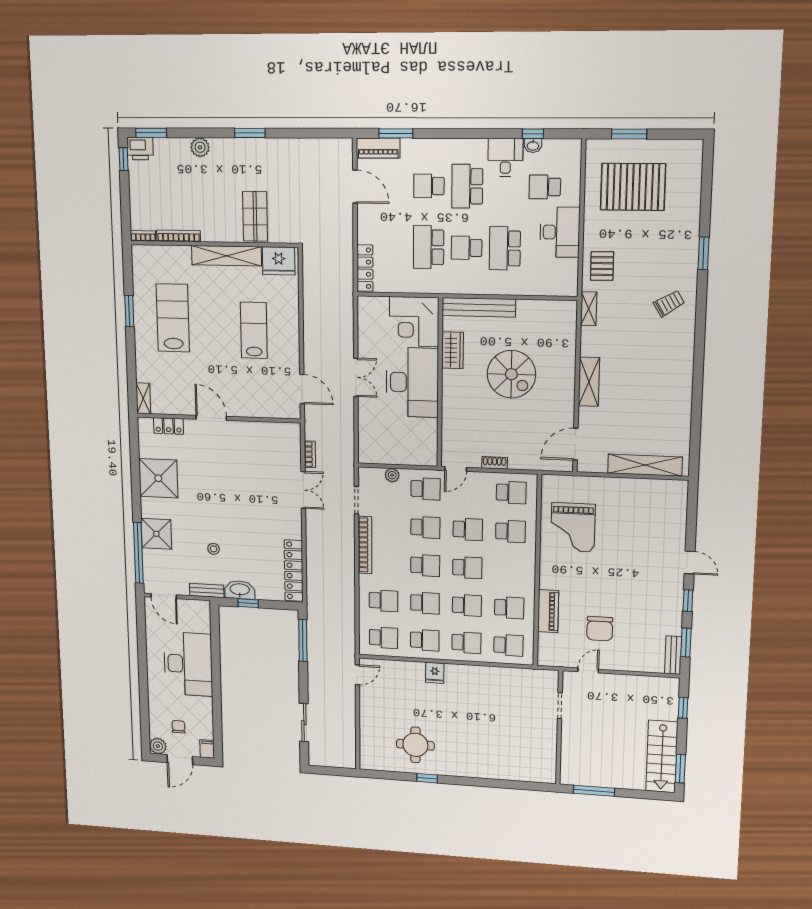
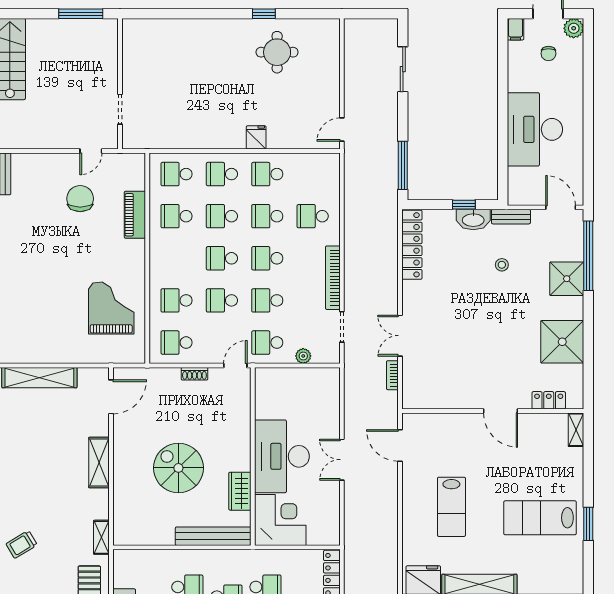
lab bench: (173, 318) -> (540, 518), turned 90
school desk: (384, 638) -> (313, 174), removed

